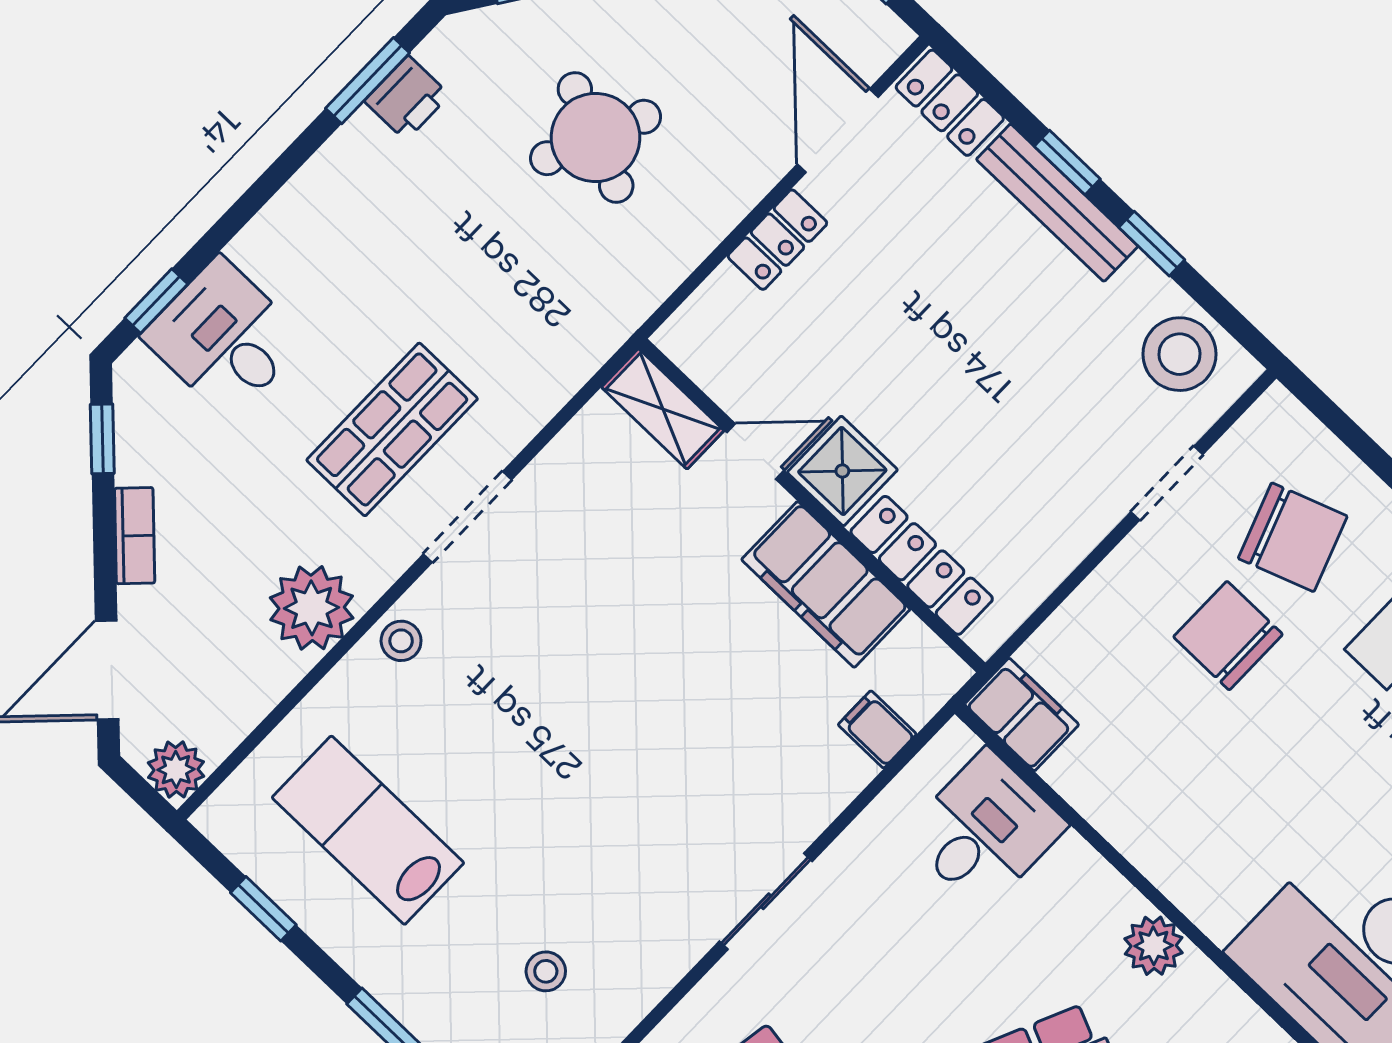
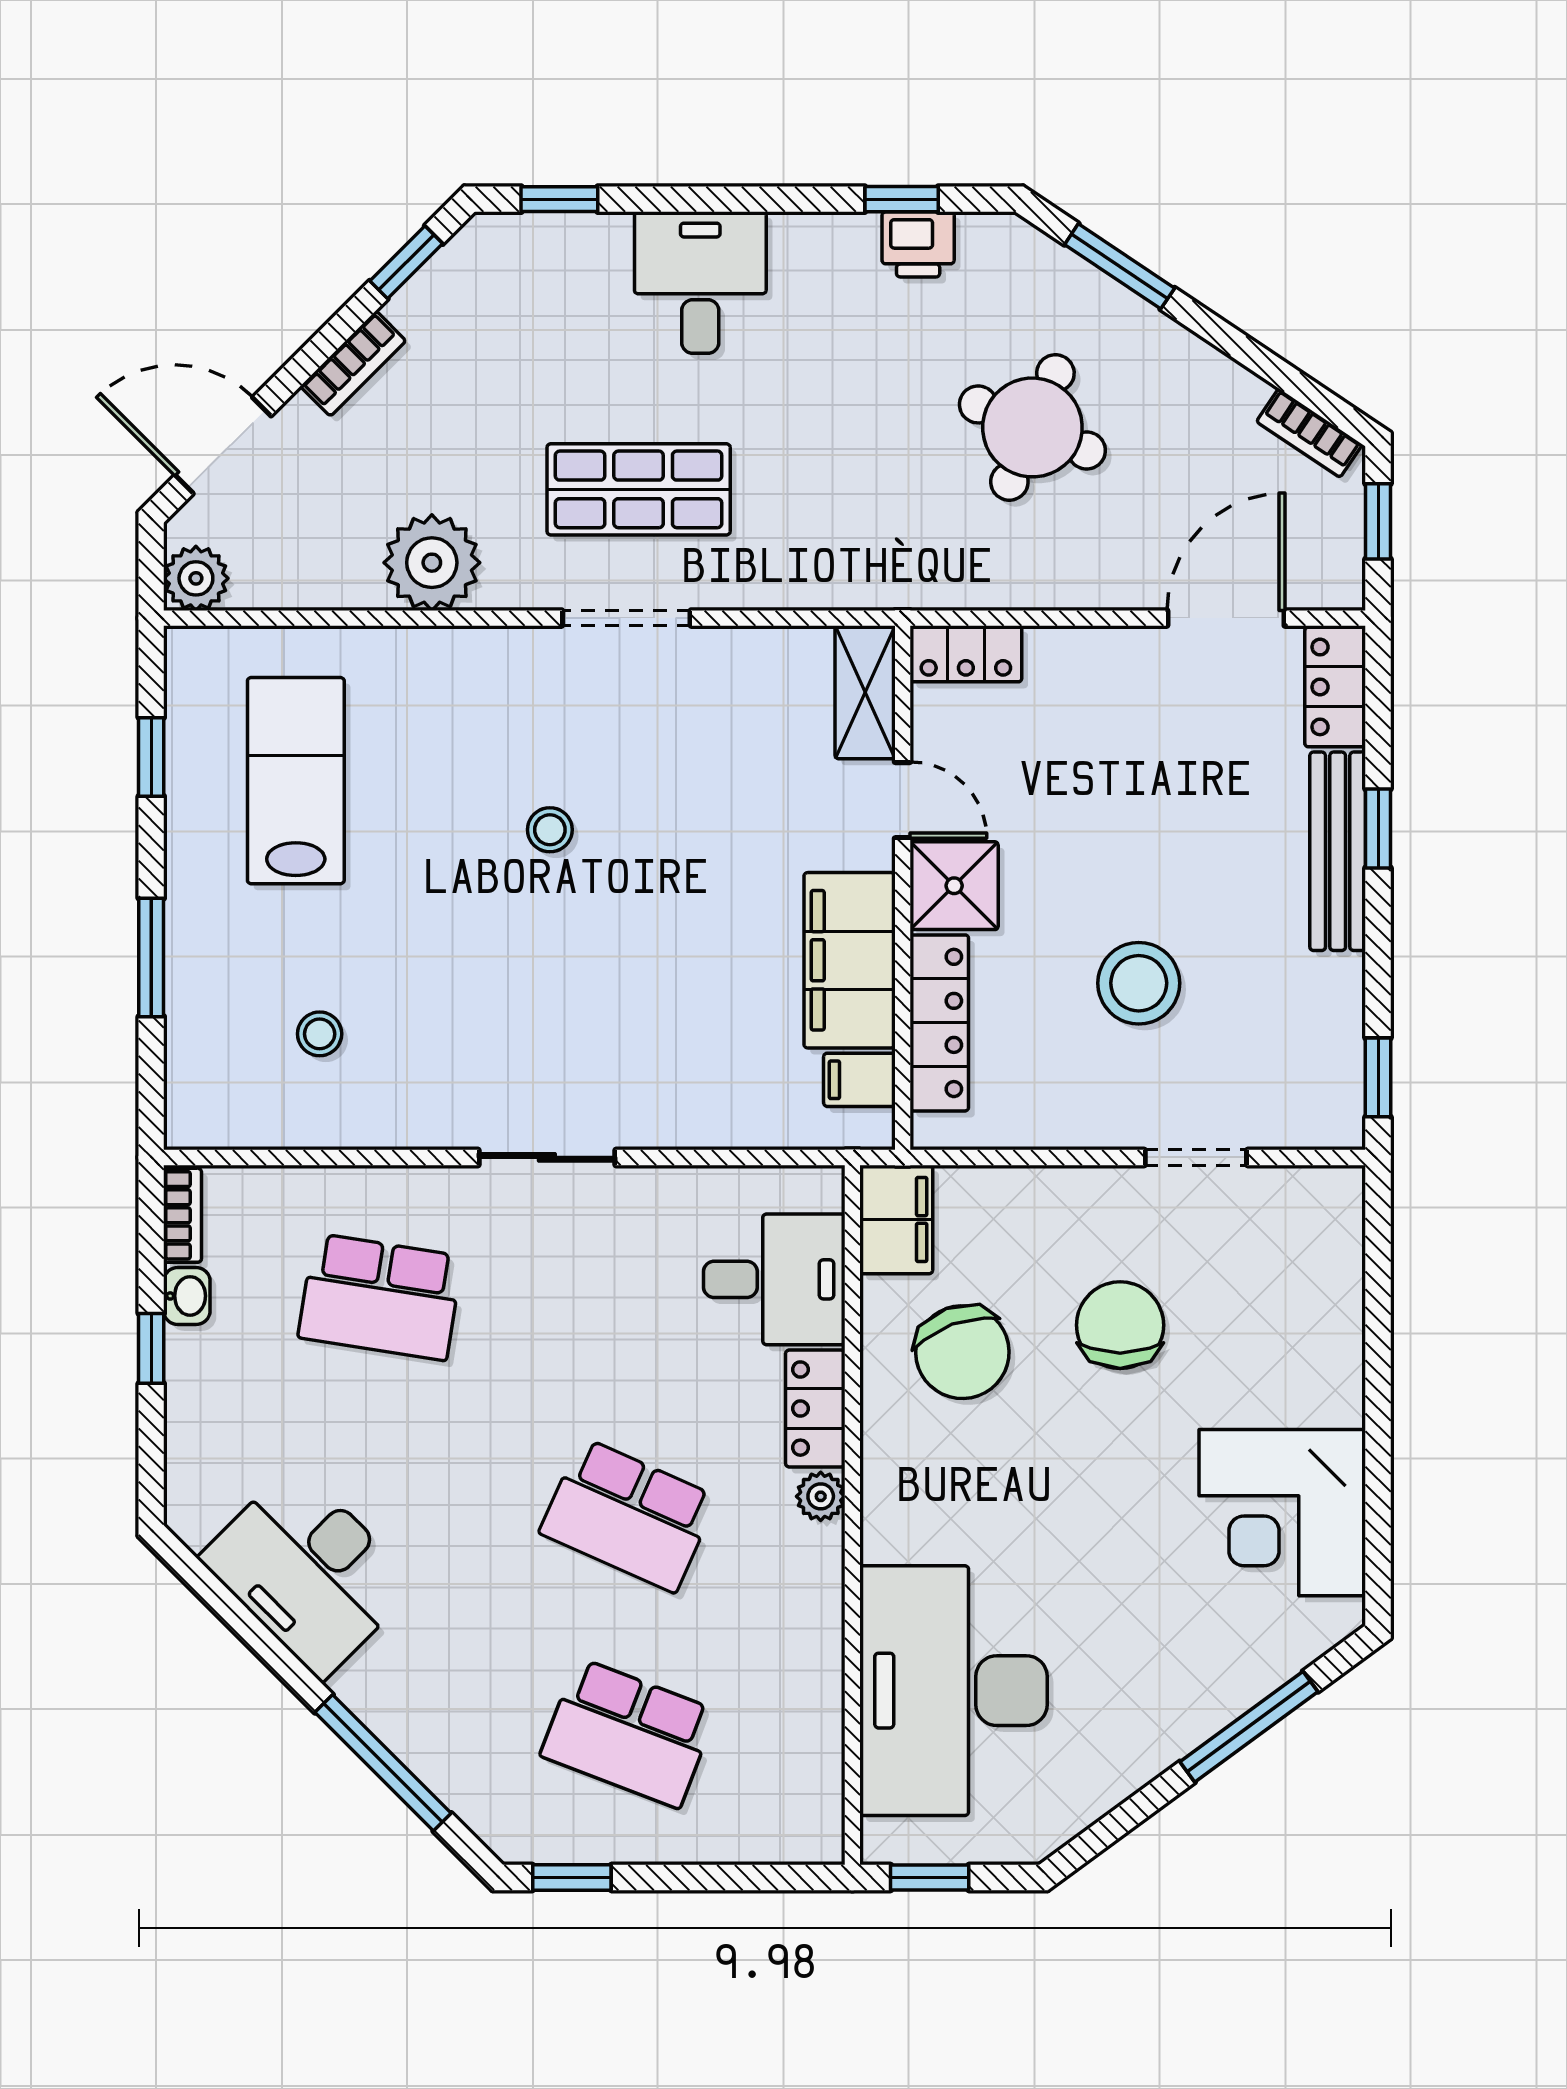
window: (368, 81) -> (902, 199), width x0.67
locker: (777, 240) -> (966, 654), moved
window: (1152, 244) -> (1378, 1077), moved
desk: (224, 338) -> (700, 283), moved
stool: (1179, 354) -> (1139, 983), moved
chair: (1293, 537) -> (962, 1352), moved
stool: (401, 641) -> (550, 830), moved
filing cabinet: (877, 729) -> (859, 1080), moved, turned -90
locker: (1093, 883) -> (815, 1409), added
plant: (1154, 946) -> (821, 1496), width x0.73, depth x0.73

